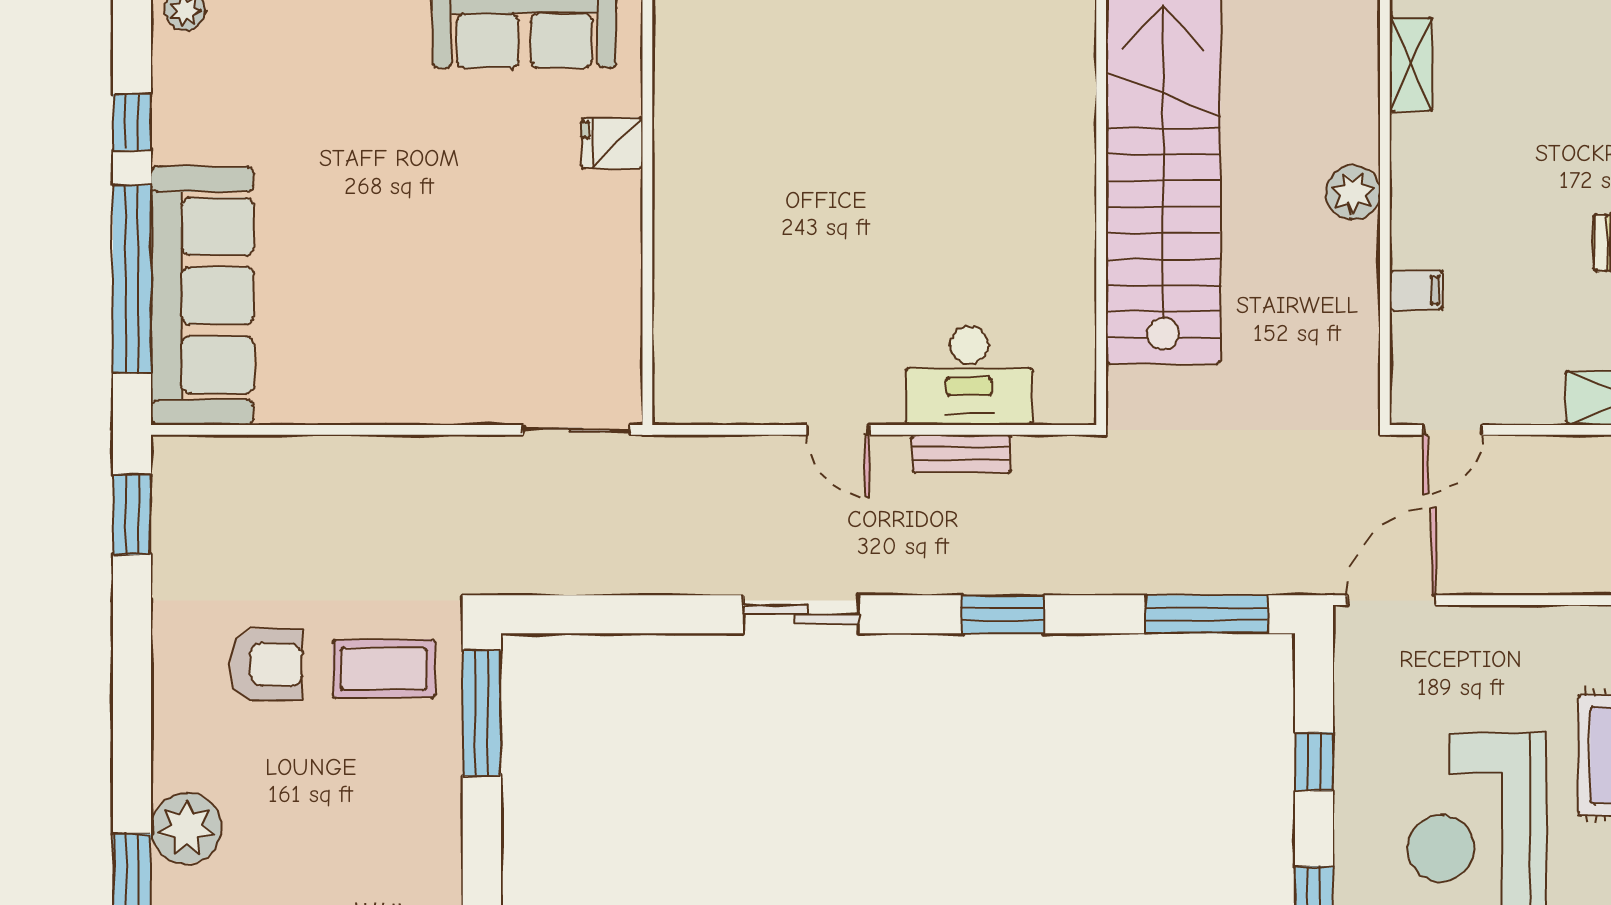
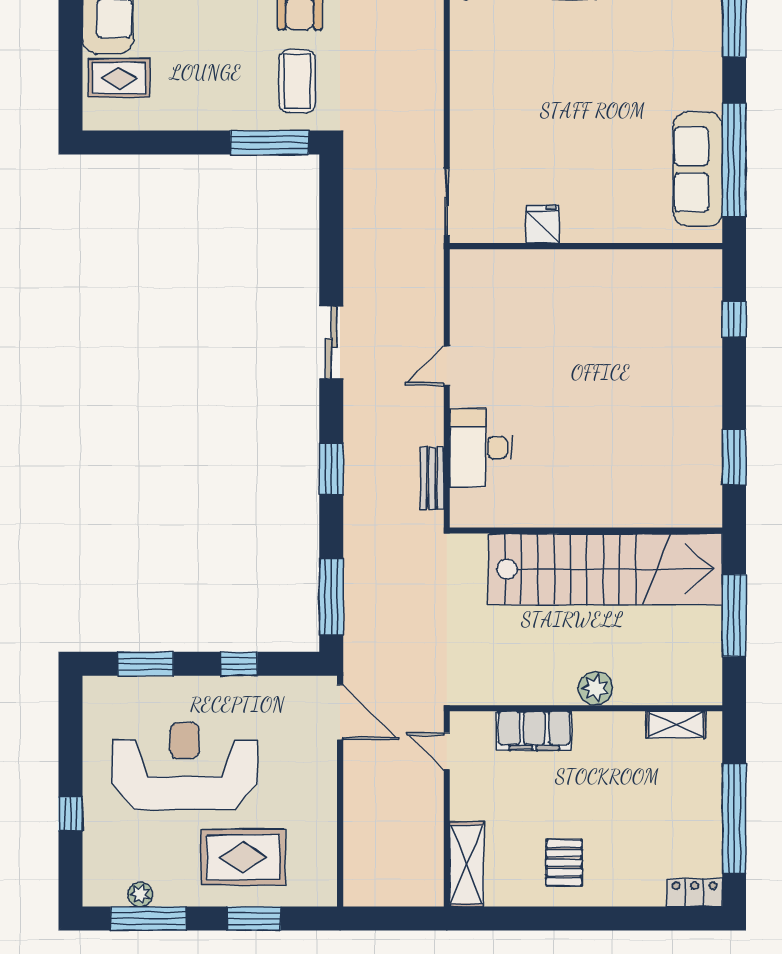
fridge: (612, 143) -> (543, 224), moved
filing cabinet: (1416, 290) -> (534, 731), width x3.00, depth x1.17
bench: (961, 454) -> (432, 478), moved

